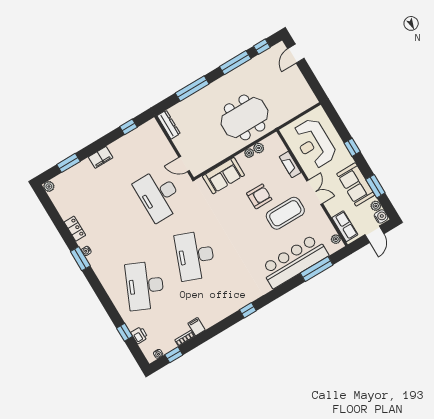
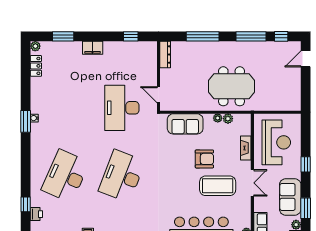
reception desk: (314, 143) -> (276, 142), turned 180
locker: (75, 229) -> (36, 66), moved

